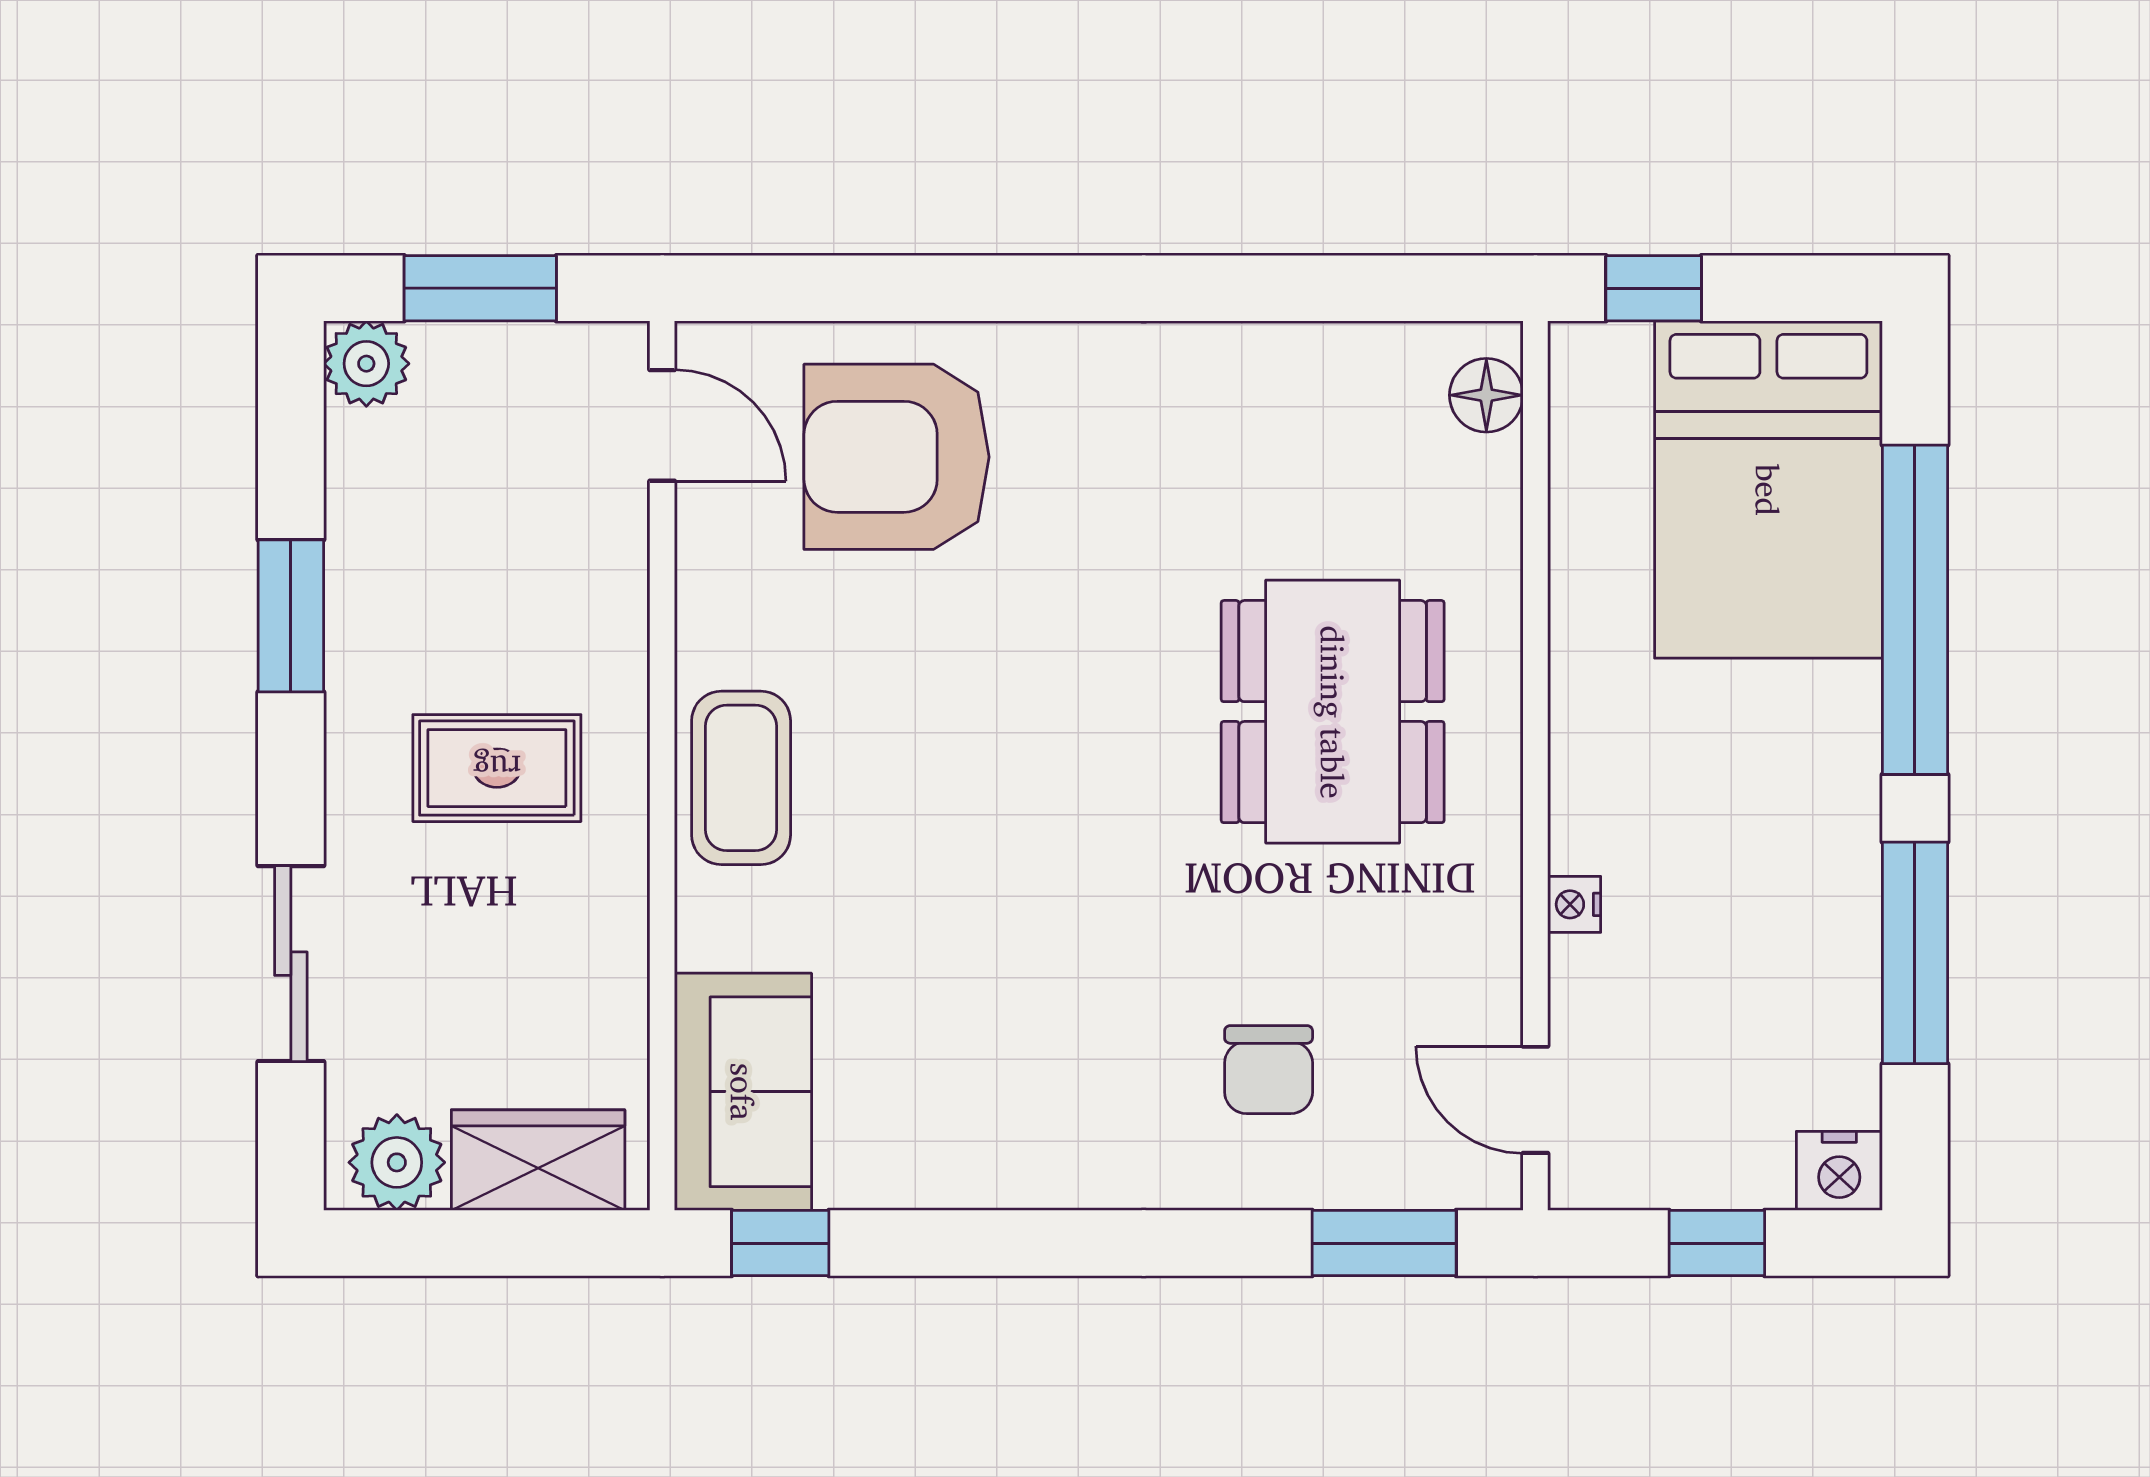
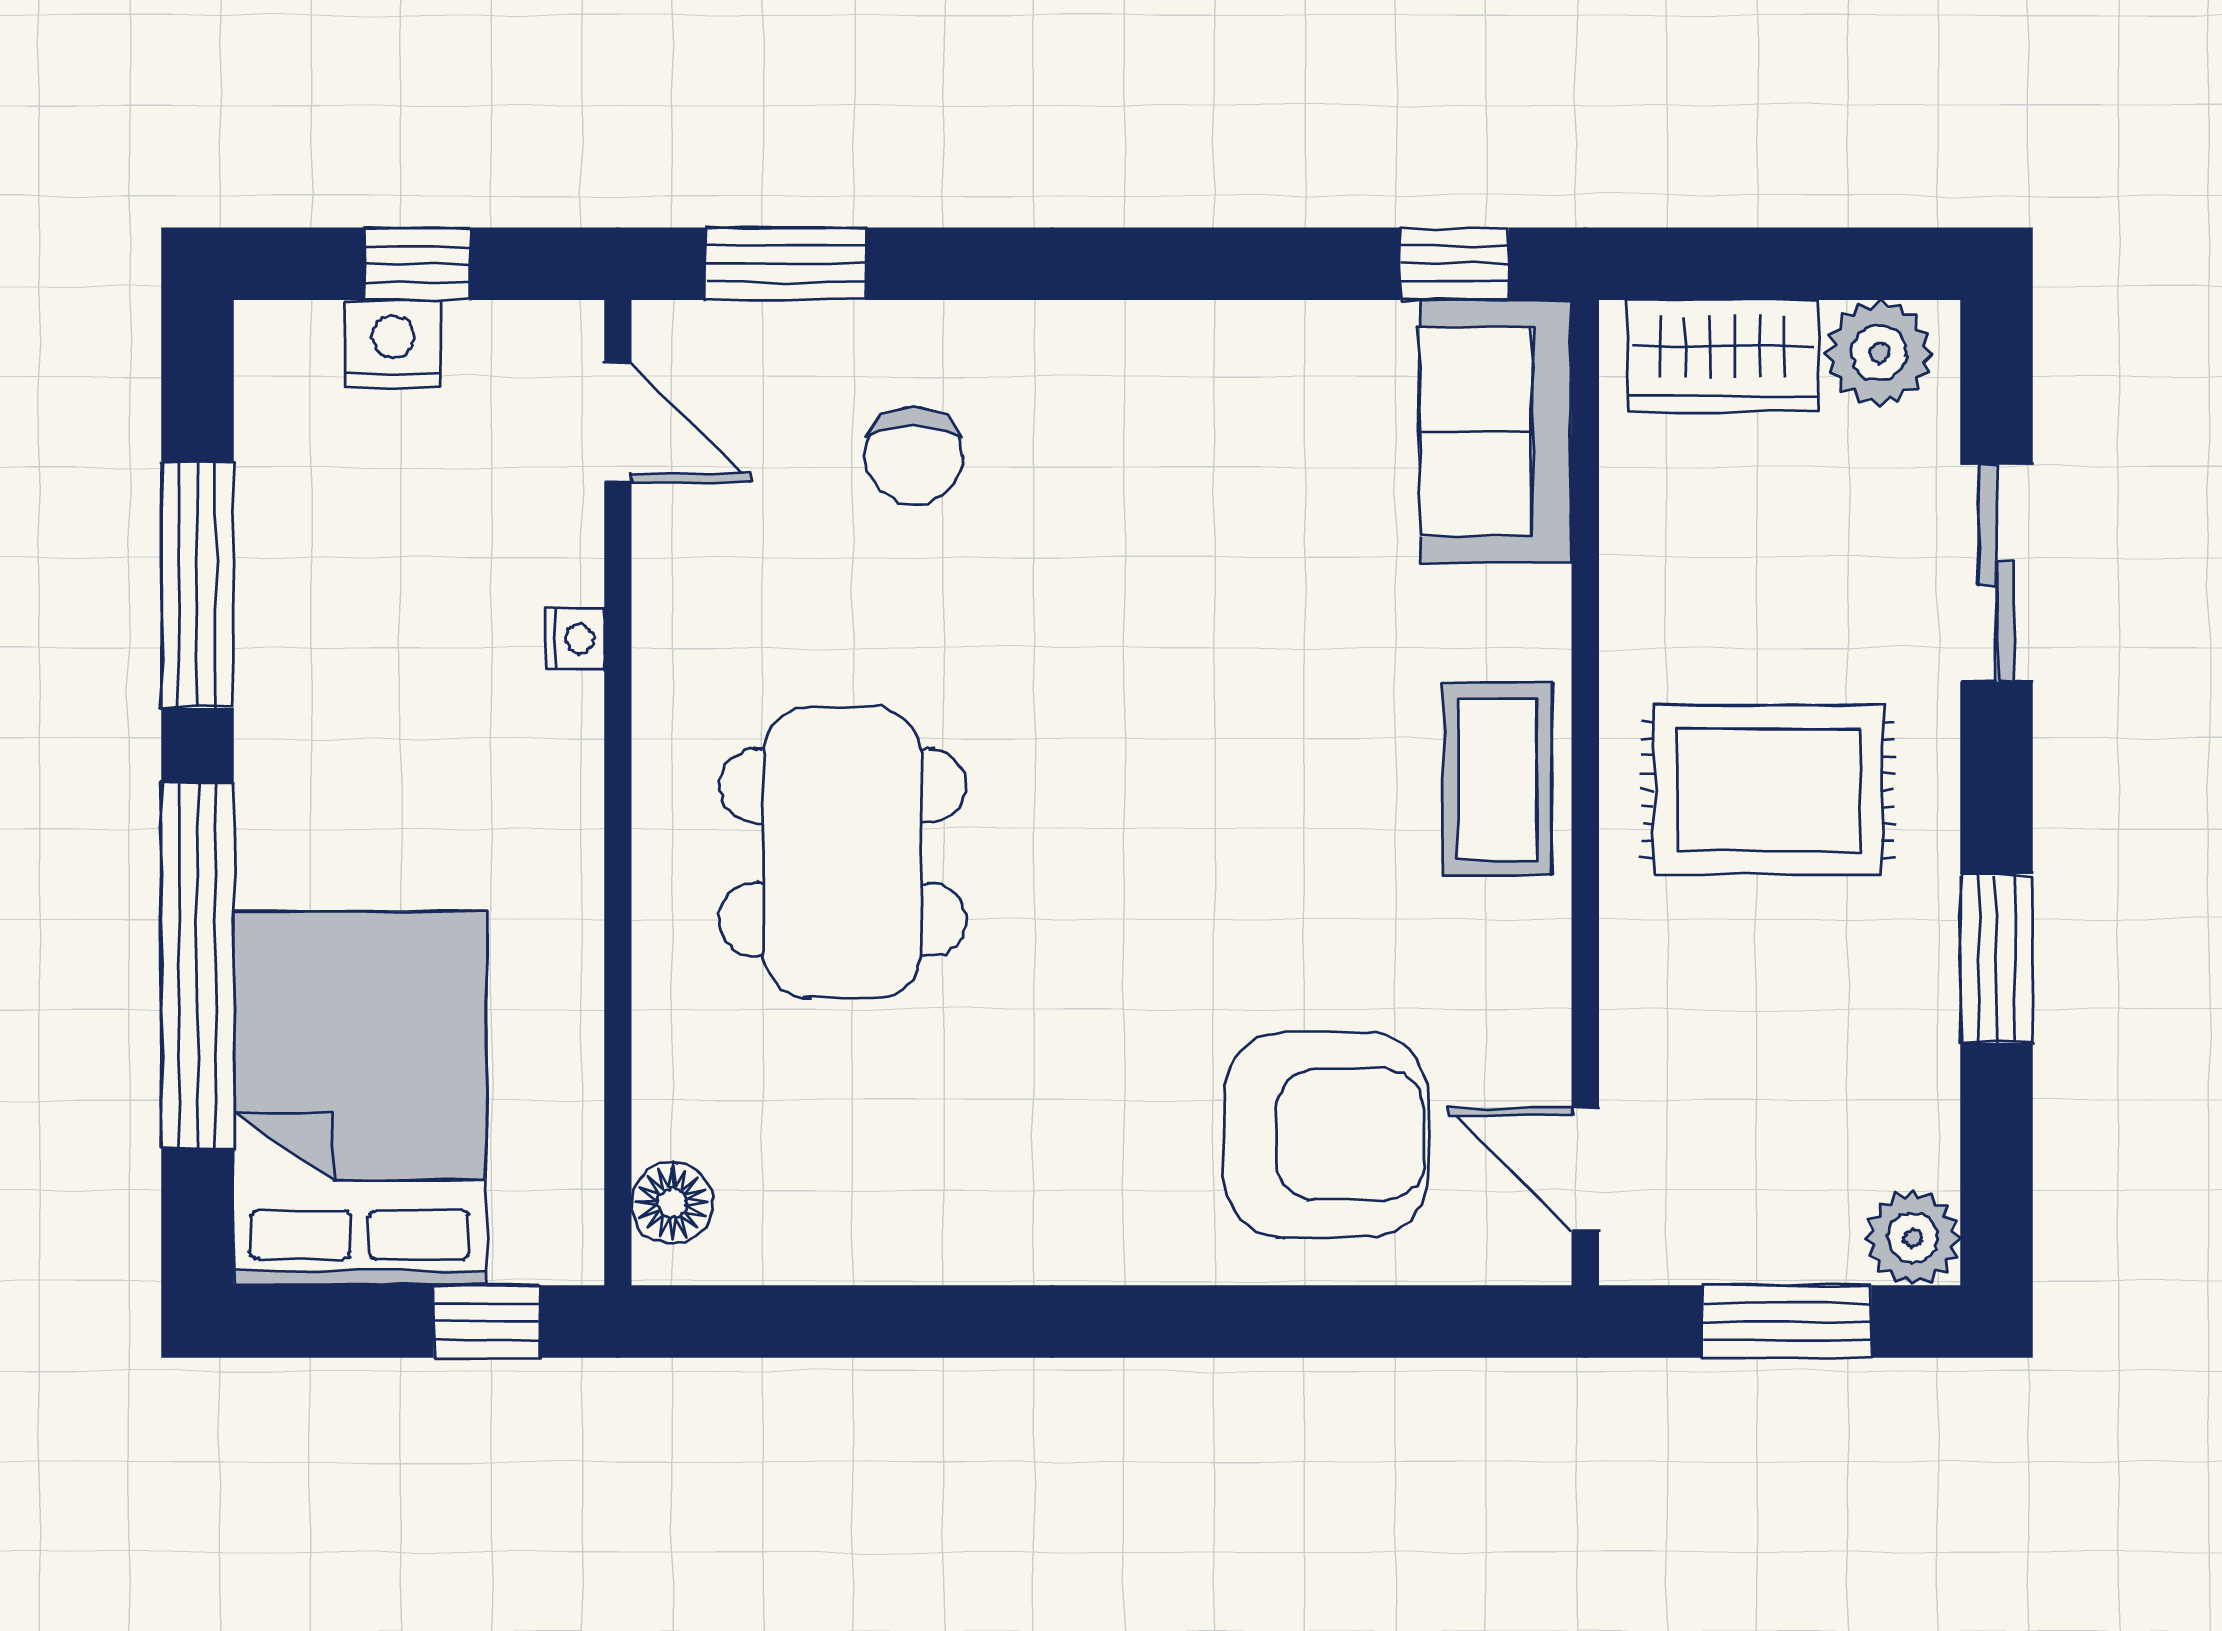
rug: (497, 768) -> (1768, 790), width x1.36, depth x1.43
chair: (1269, 1070) -> (913, 456), turned 180
nightstand: (1839, 1171) -> (393, 344), moved

